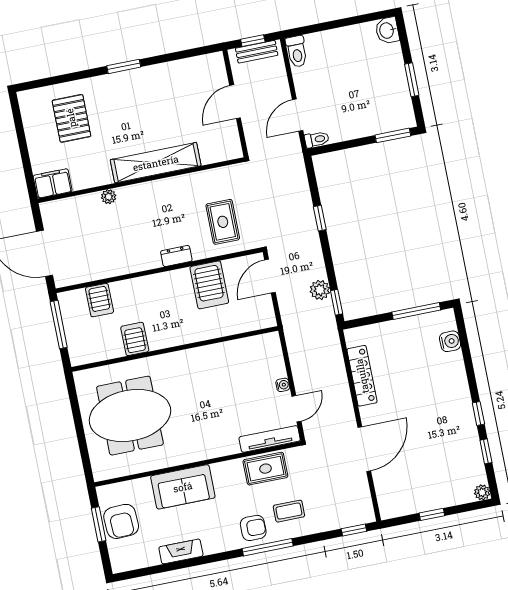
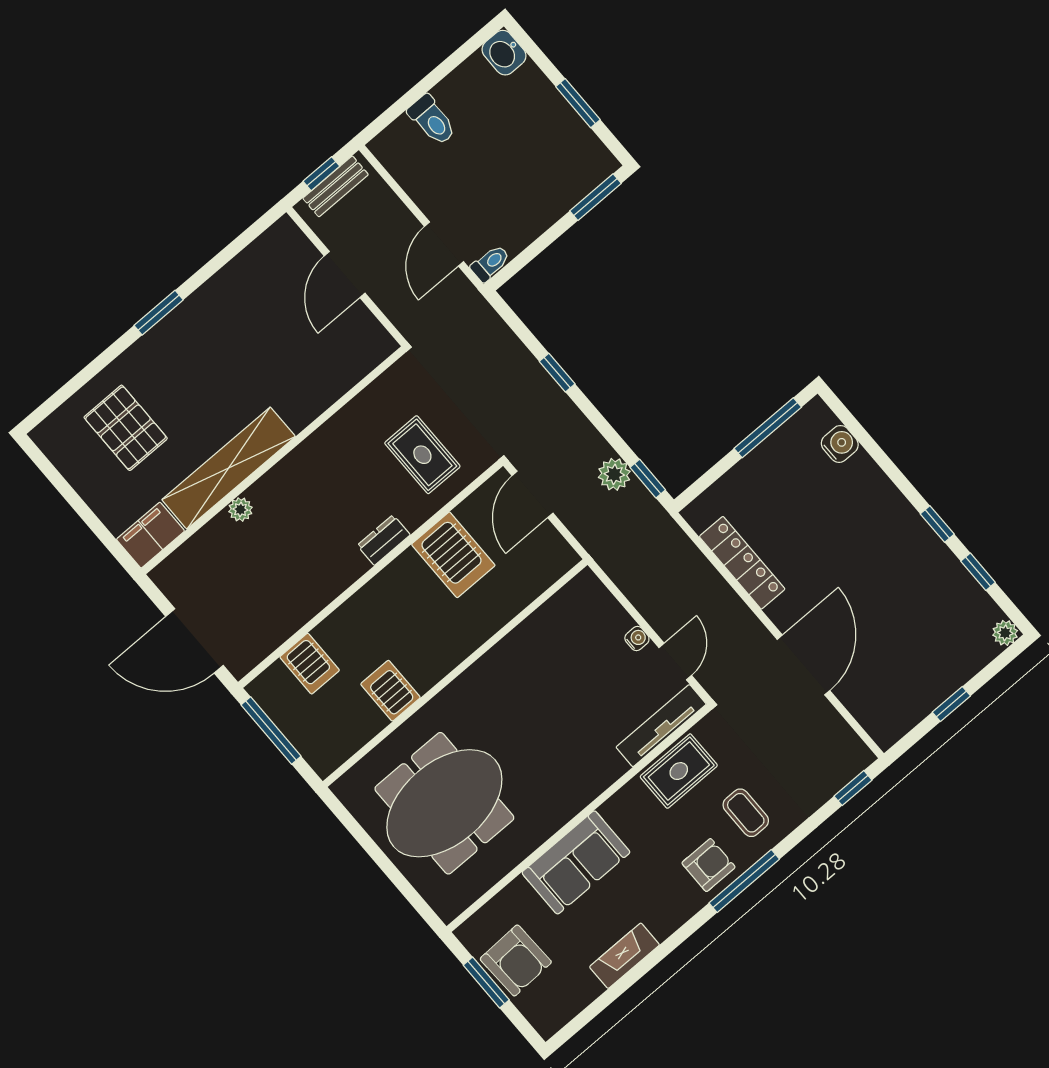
toilet: (297, 51) -> (432, 120), moved
shelving: (156, 163) -> (229, 468), moved
coffee table: (289, 511) -> (746, 813), turned 90

